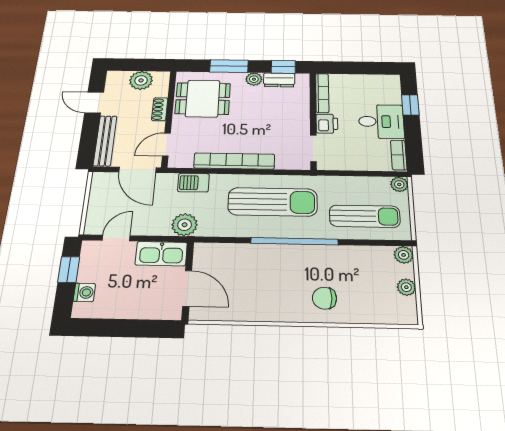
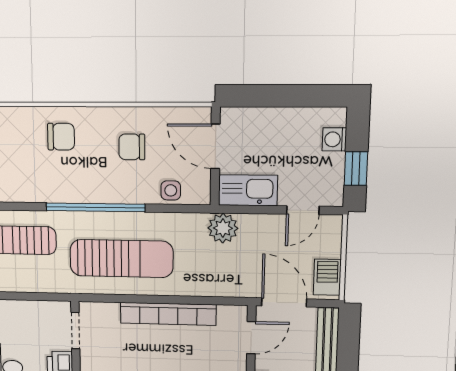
barbecue: (193, 183) -> (327, 277), moved, turned -90
sun lounger: (273, 202) -> (121, 259), turned 180
side table: (228, 254) -> (171, 190), added
chair: (261, 289) -> (132, 147), added

